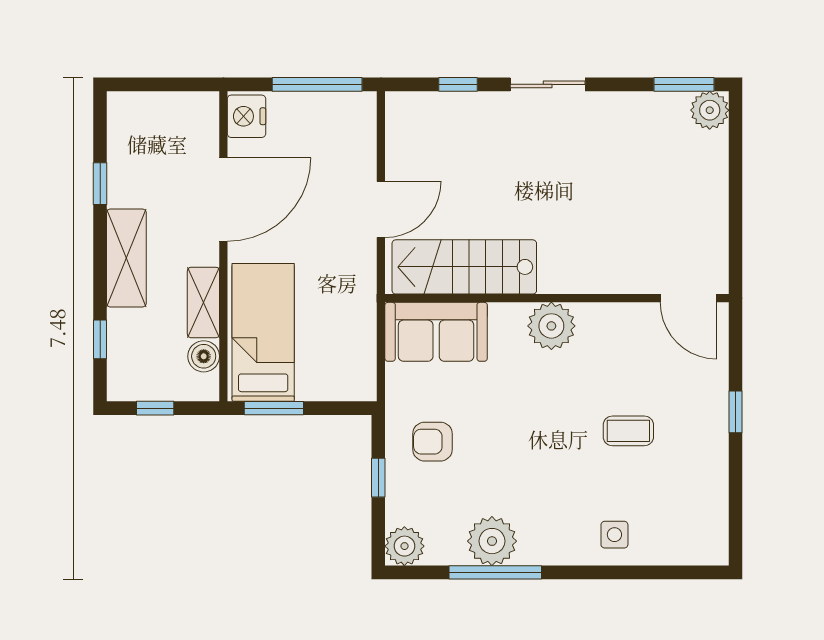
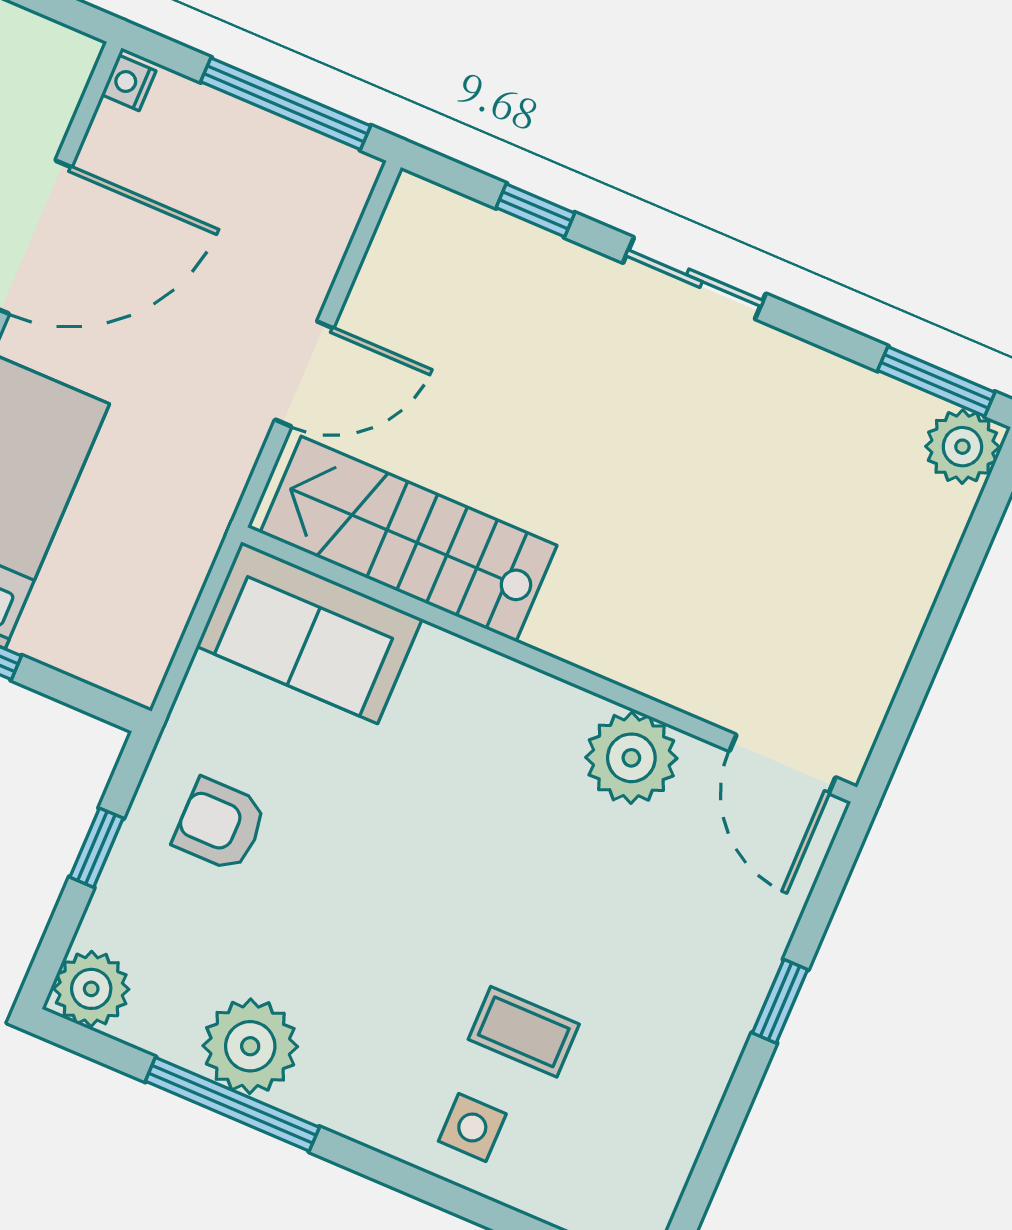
nightstand: (246, 116) -> (129, 83), width x0.53, depth x0.56
plant: (551, 326) -> (631, 758), moved
coffee table: (628, 431) -> (524, 1032), moved

